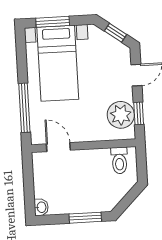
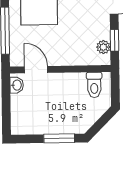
plant: (121, 115) -> (103, 47), width x0.53, depth x0.53
washbasin: (41, 207) -> (17, 85), moved

